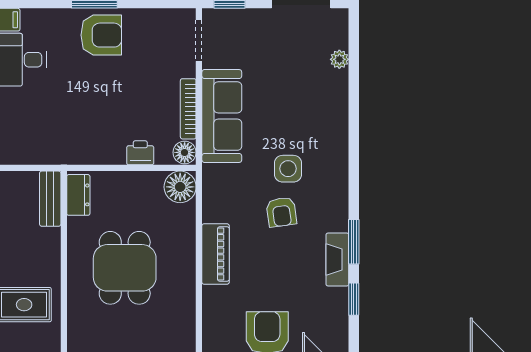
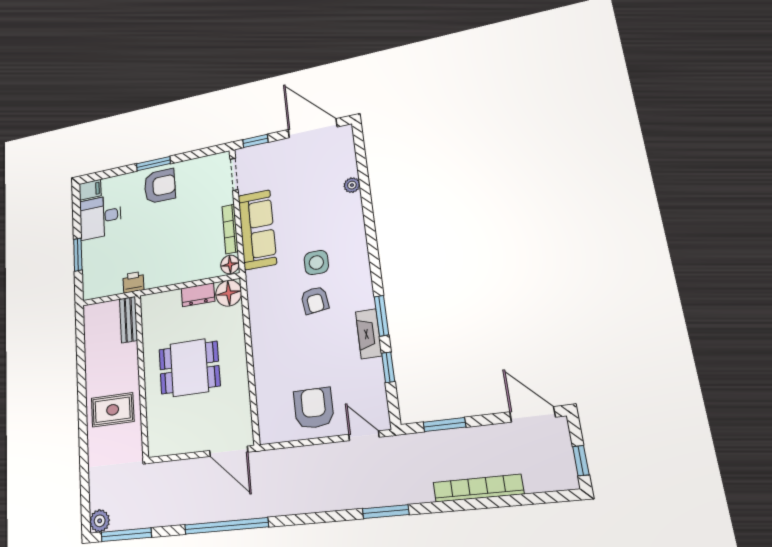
plant: (339, 59) -> (352, 185), moved
printer: (140, 153) -> (133, 282), moved
dresser: (78, 195) -> (198, 295), moved, turned 90
piano: (216, 254) -> (263, 345), removed
dining table: (125, 268) -> (189, 368), turned 90

